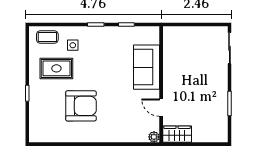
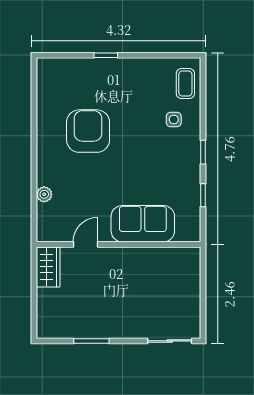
rug: (56, 68) -> (141, 96), removed
armchair: (81, 106) -> (88, 131), turned 180
plant: (154, 137) -> (44, 194), moved

